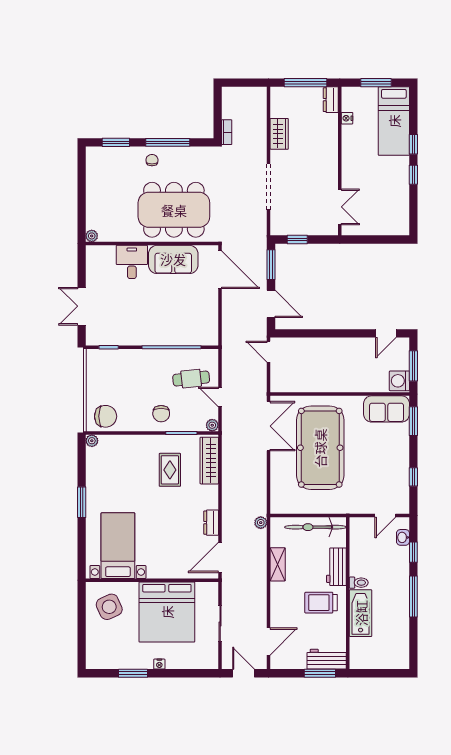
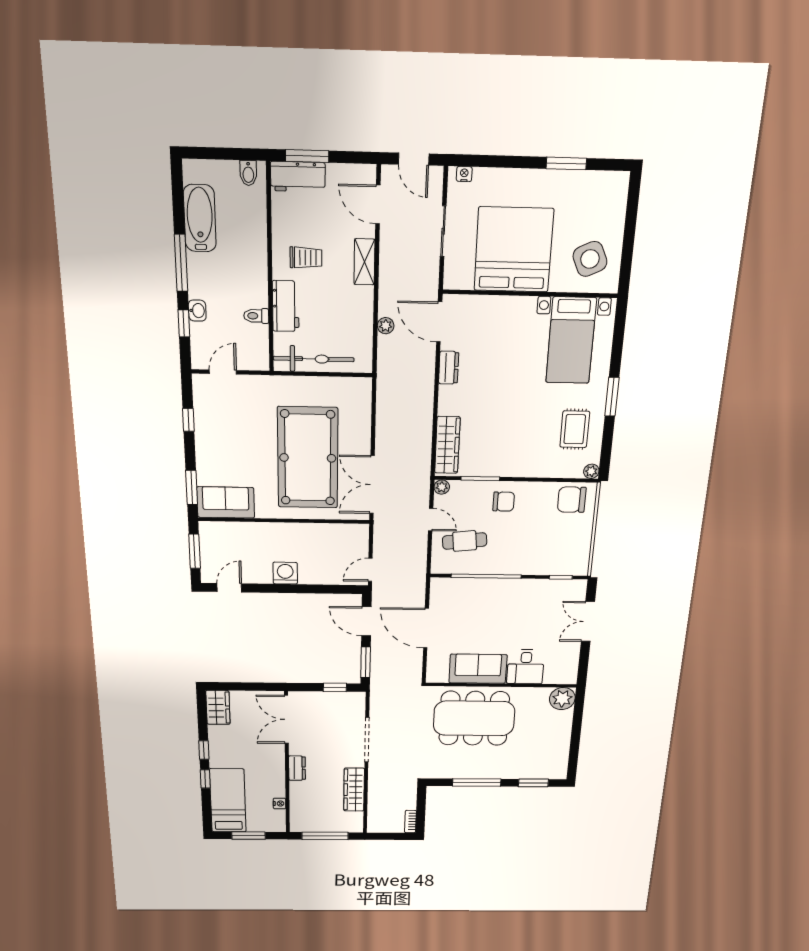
dresser: (331, 100) -> (297, 768), moved
bookcase: (227, 132) -> (410, 822), moved
wardrobe: (279, 134) -> (354, 790), width x1.50
chair: (152, 160) -> (495, 766), removed
double door: (340, 207) -> (286, 719), width x1.37
wardrobe: (399, 218) -> (218, 707), added
plant: (92, 236) -> (562, 699), width x1.87, depth x1.87
door: (220, 270) -> (426, 628), moved
double door: (82, 306) -> (588, 622), swing flipped
door: (269, 352) -> (370, 570), swing flipped
washing machine: (399, 381) -> (285, 573), moved, turned -90
chair: (161, 414) -> (504, 502), turned 90
rug: (170, 470) -> (575, 429), moved
plant: (261, 523) -> (386, 326), moved
washbasin: (403, 537) -> (197, 311), moved
door: (220, 557) -> (439, 322), swing flipped
shelving: (278, 564) -> (364, 262), moved
toilet: (359, 583) -> (256, 316), moved
trolley: (321, 603) -> (306, 258), width x0.73, depth x0.72
bathtub: (361, 613) -> (200, 218), moved, turned 180
door: (269, 642) -> (378, 204), hinge flipped
bidet: (362, 661) -> (248, 173), added
nightstand: (159, 664) -> (464, 174), moved

